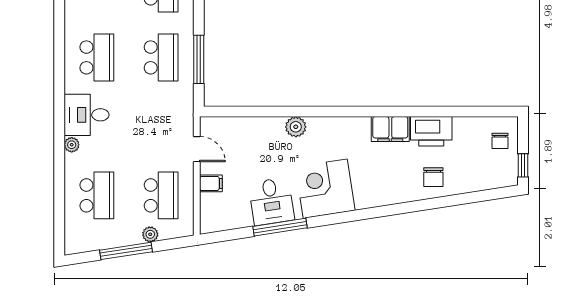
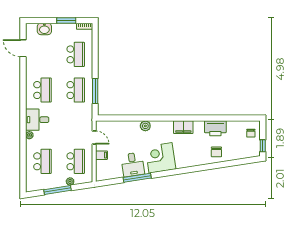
filing cabinet: (390, 129) -> (183, 127), moved

